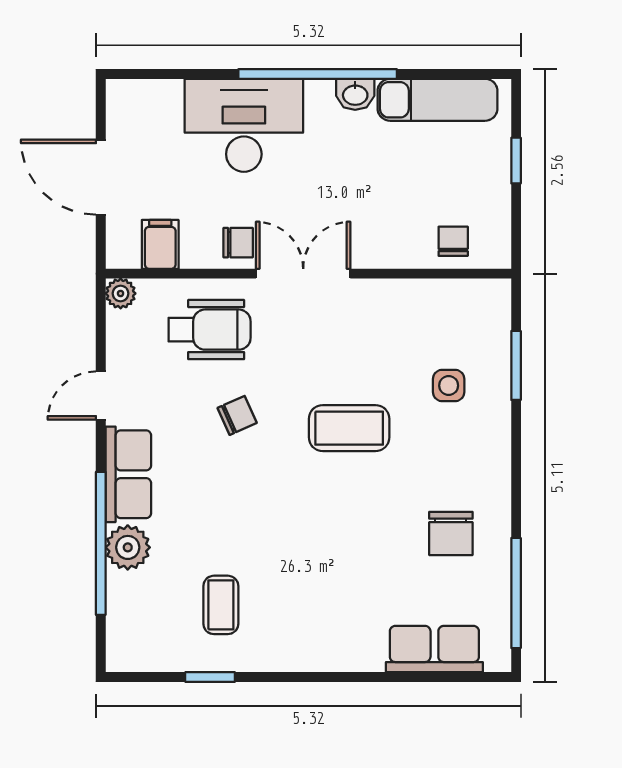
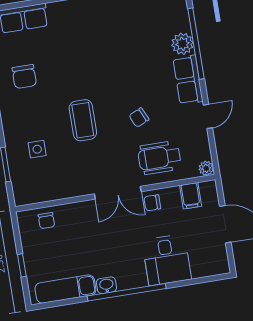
desk: (244, 125) -> (167, 260), width x0.73
coffee table: (349, 428) -> (83, 120), turned 90
chair: (451, 533) -> (24, 76), turned 180
coffee table: (221, 605) -> (132, 23), removed

